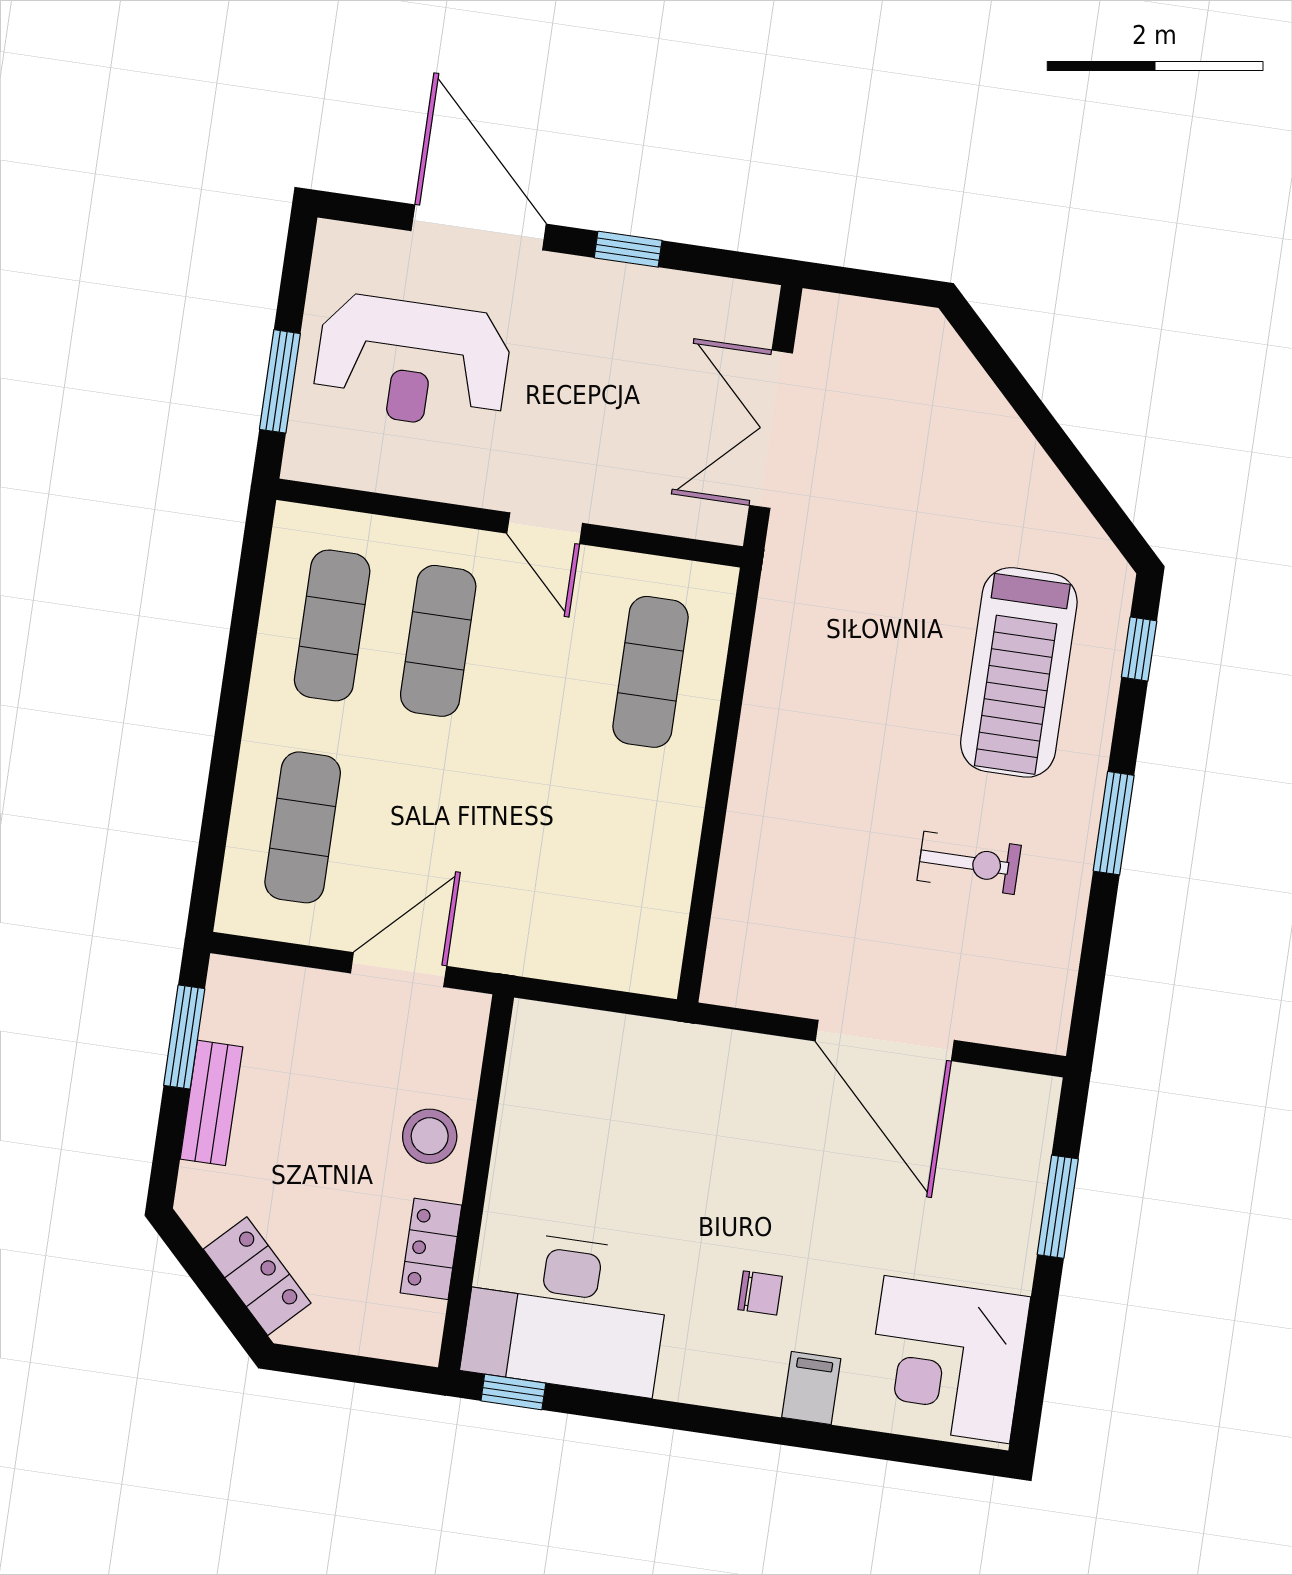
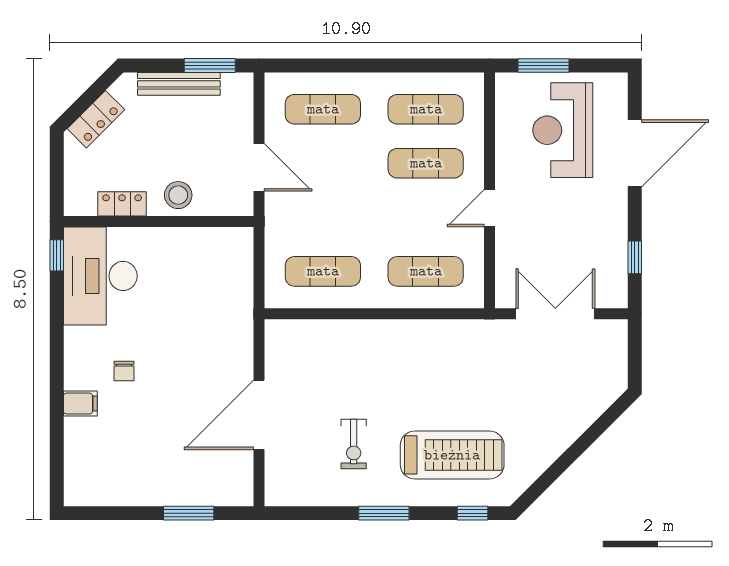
window: (628, 249) -> (635, 257), moved
treadmill: (1019, 672) -> (452, 455), turned 180
exercise mat: (621, 874) -> (323, 271), added
bench: (211, 1103) -> (179, 84), width x1.36
corner desk: (947, 1360) -> (104, 469), removed

